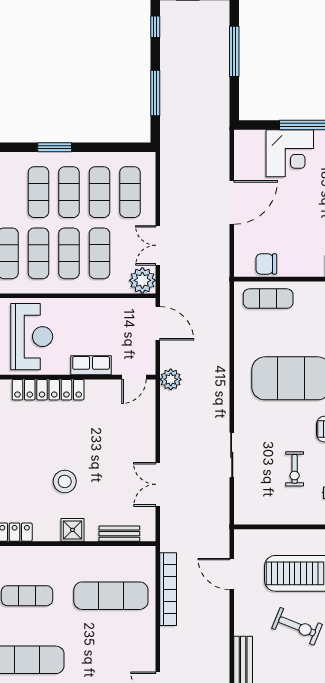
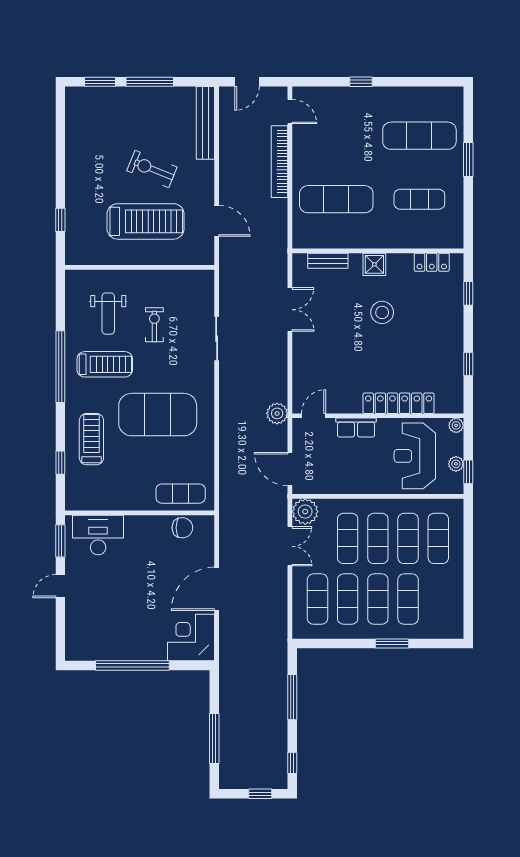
corner desk: (290, 153) -> (191, 637), moved
bookcase: (168, 589) -> (280, 162), moved

